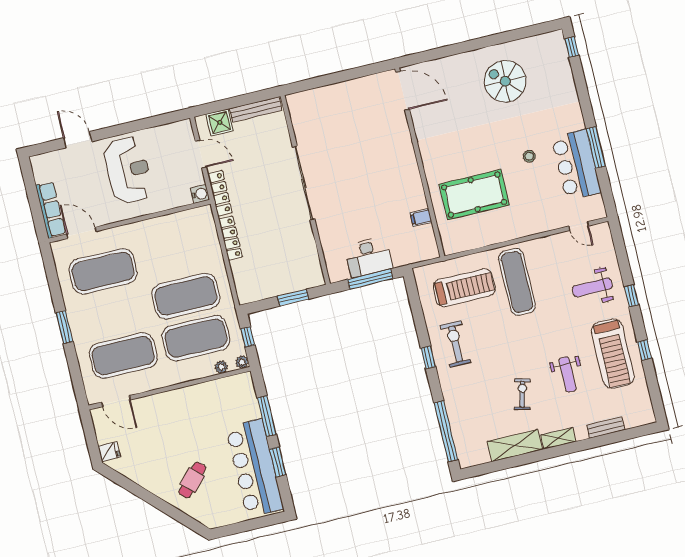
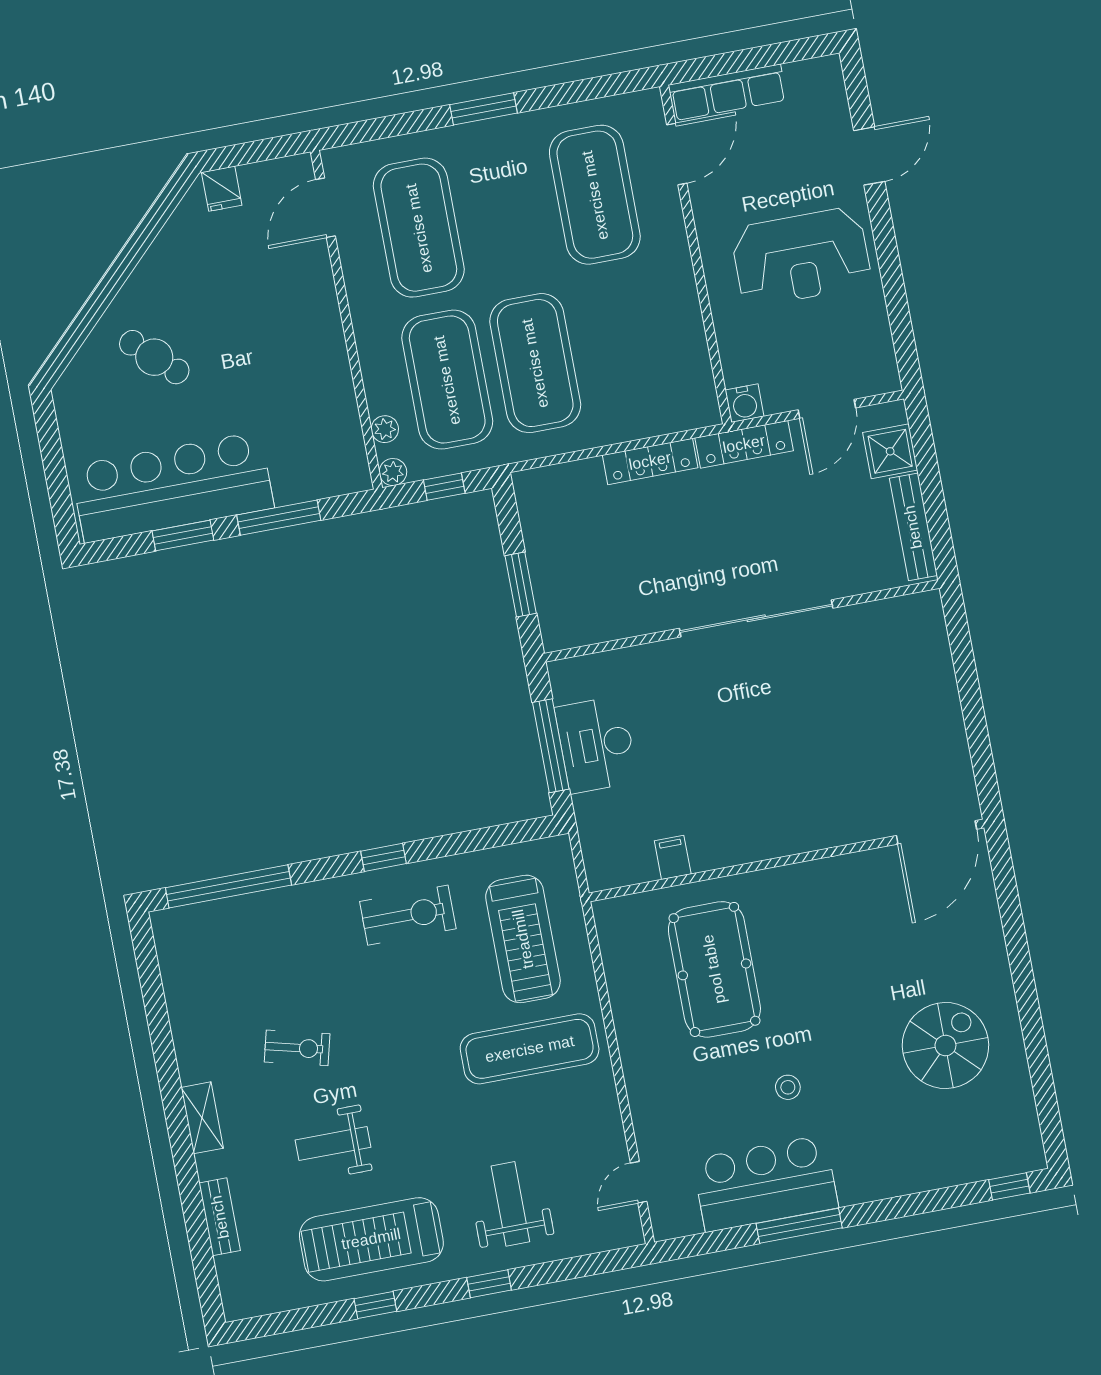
shelving: (515, 446) -> (192, 1027), removed

